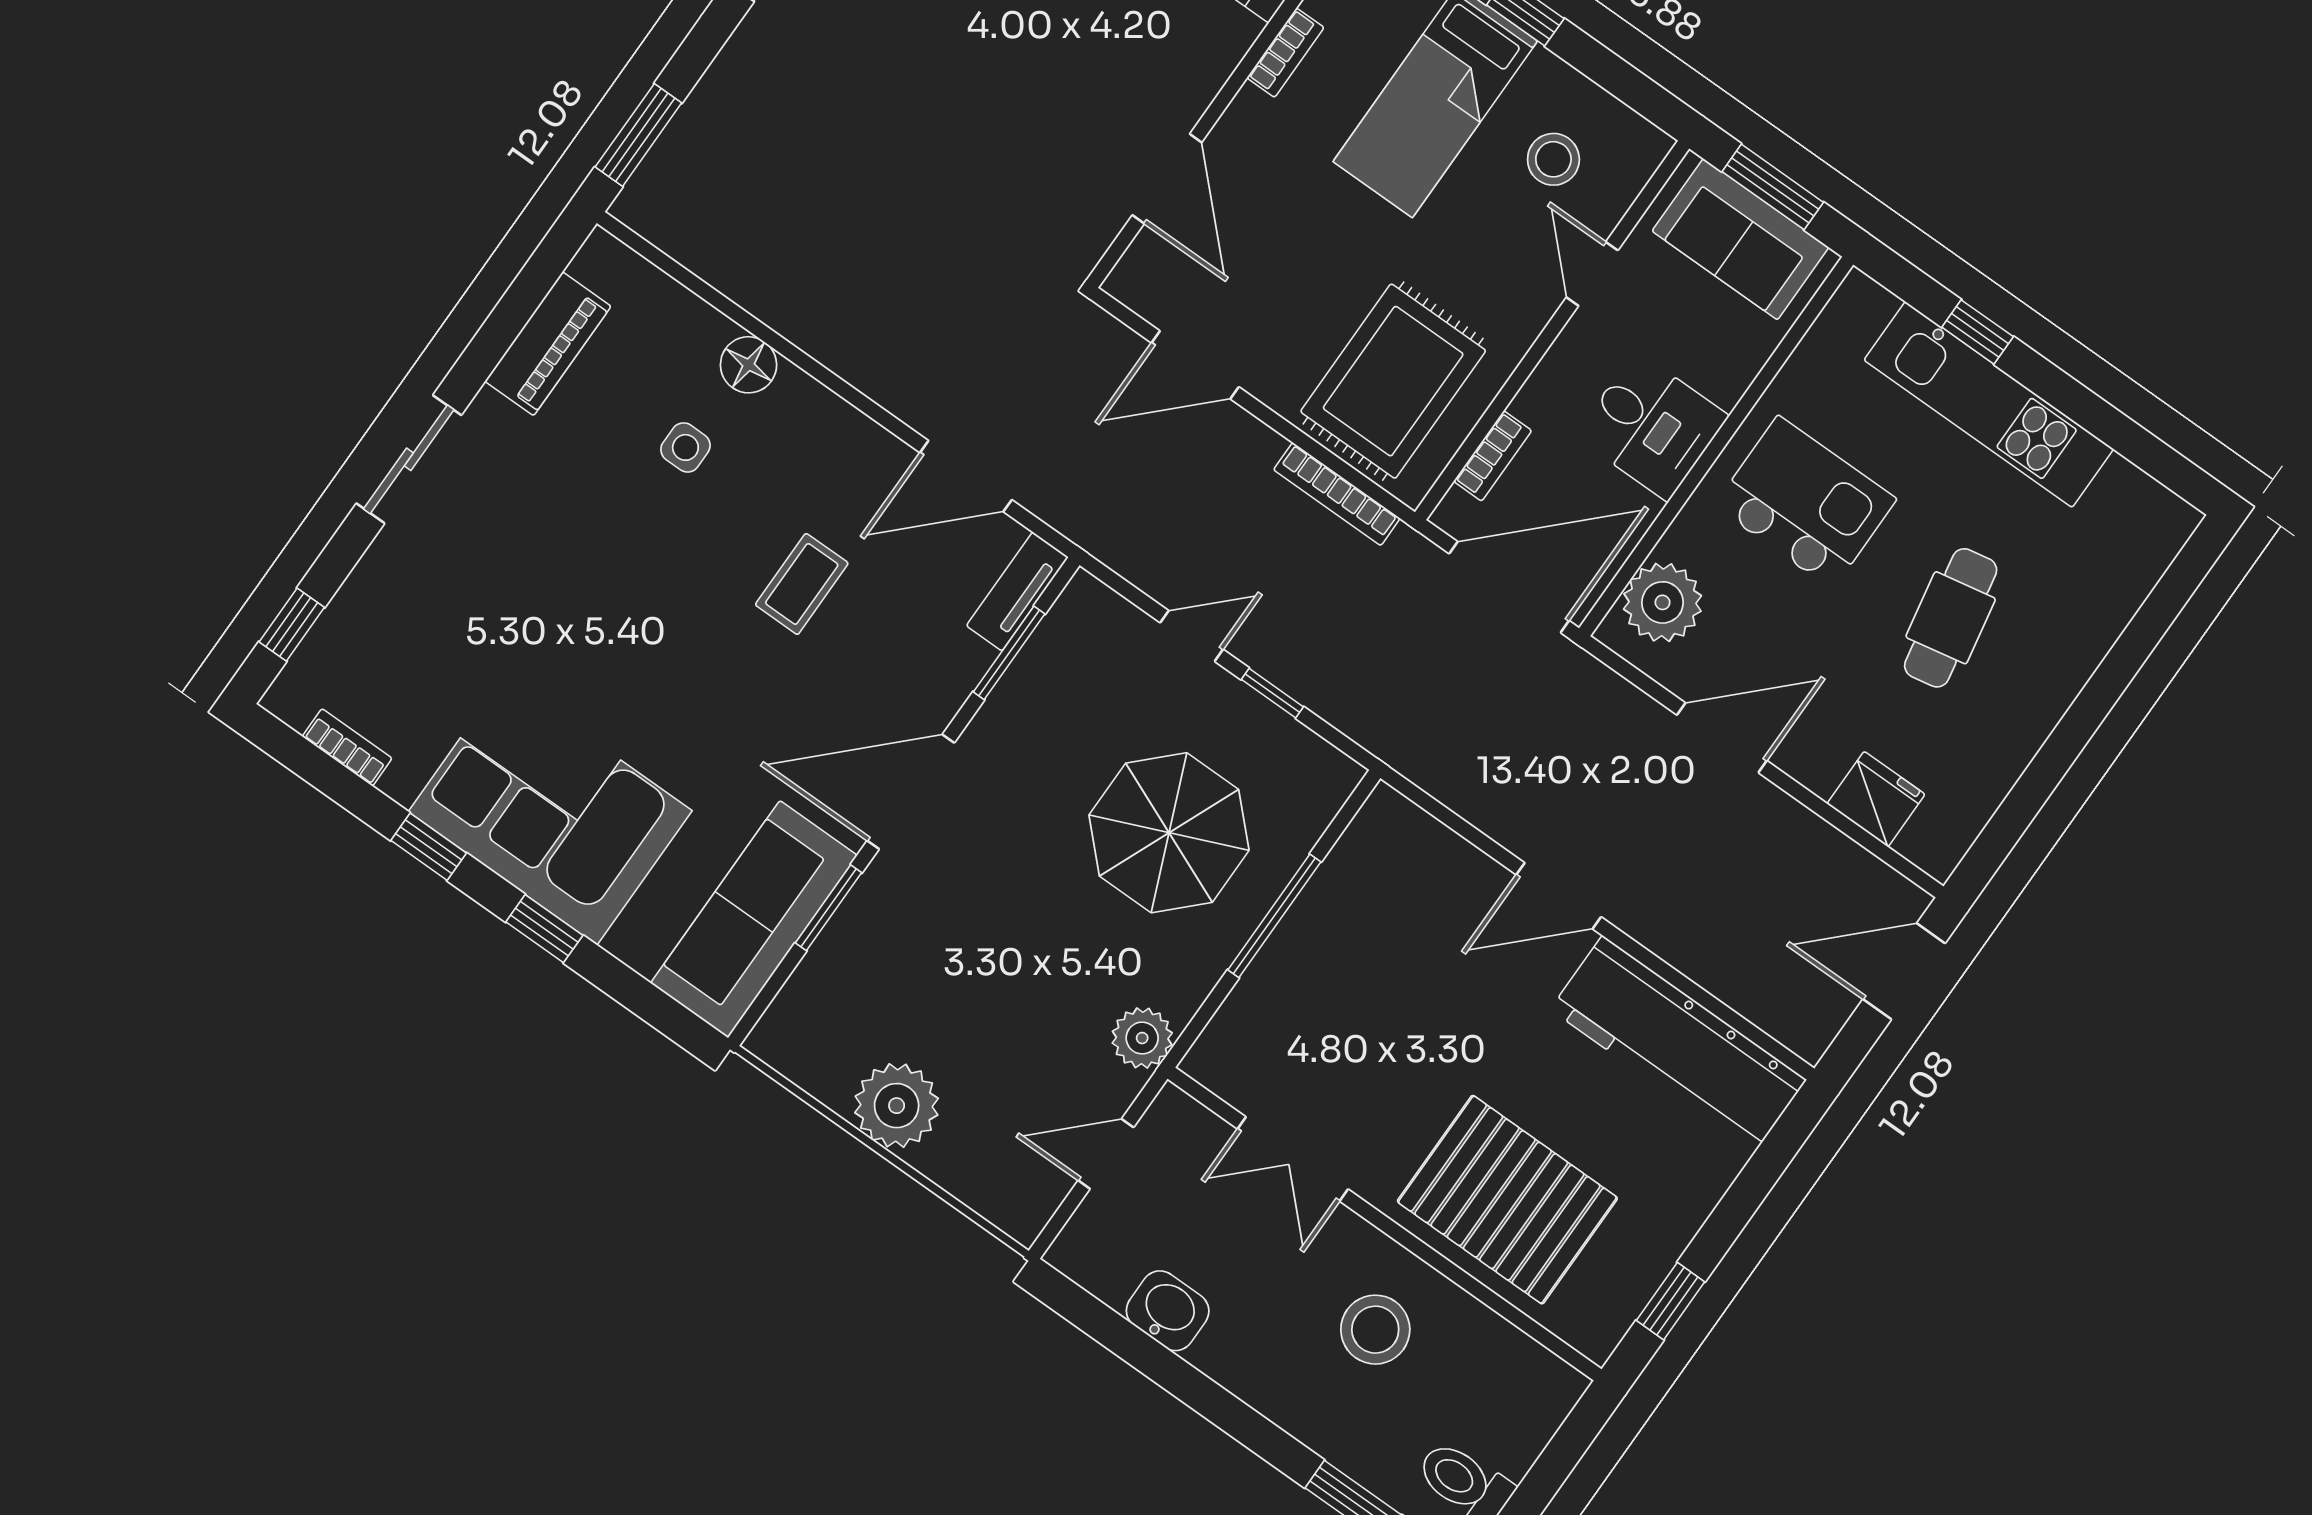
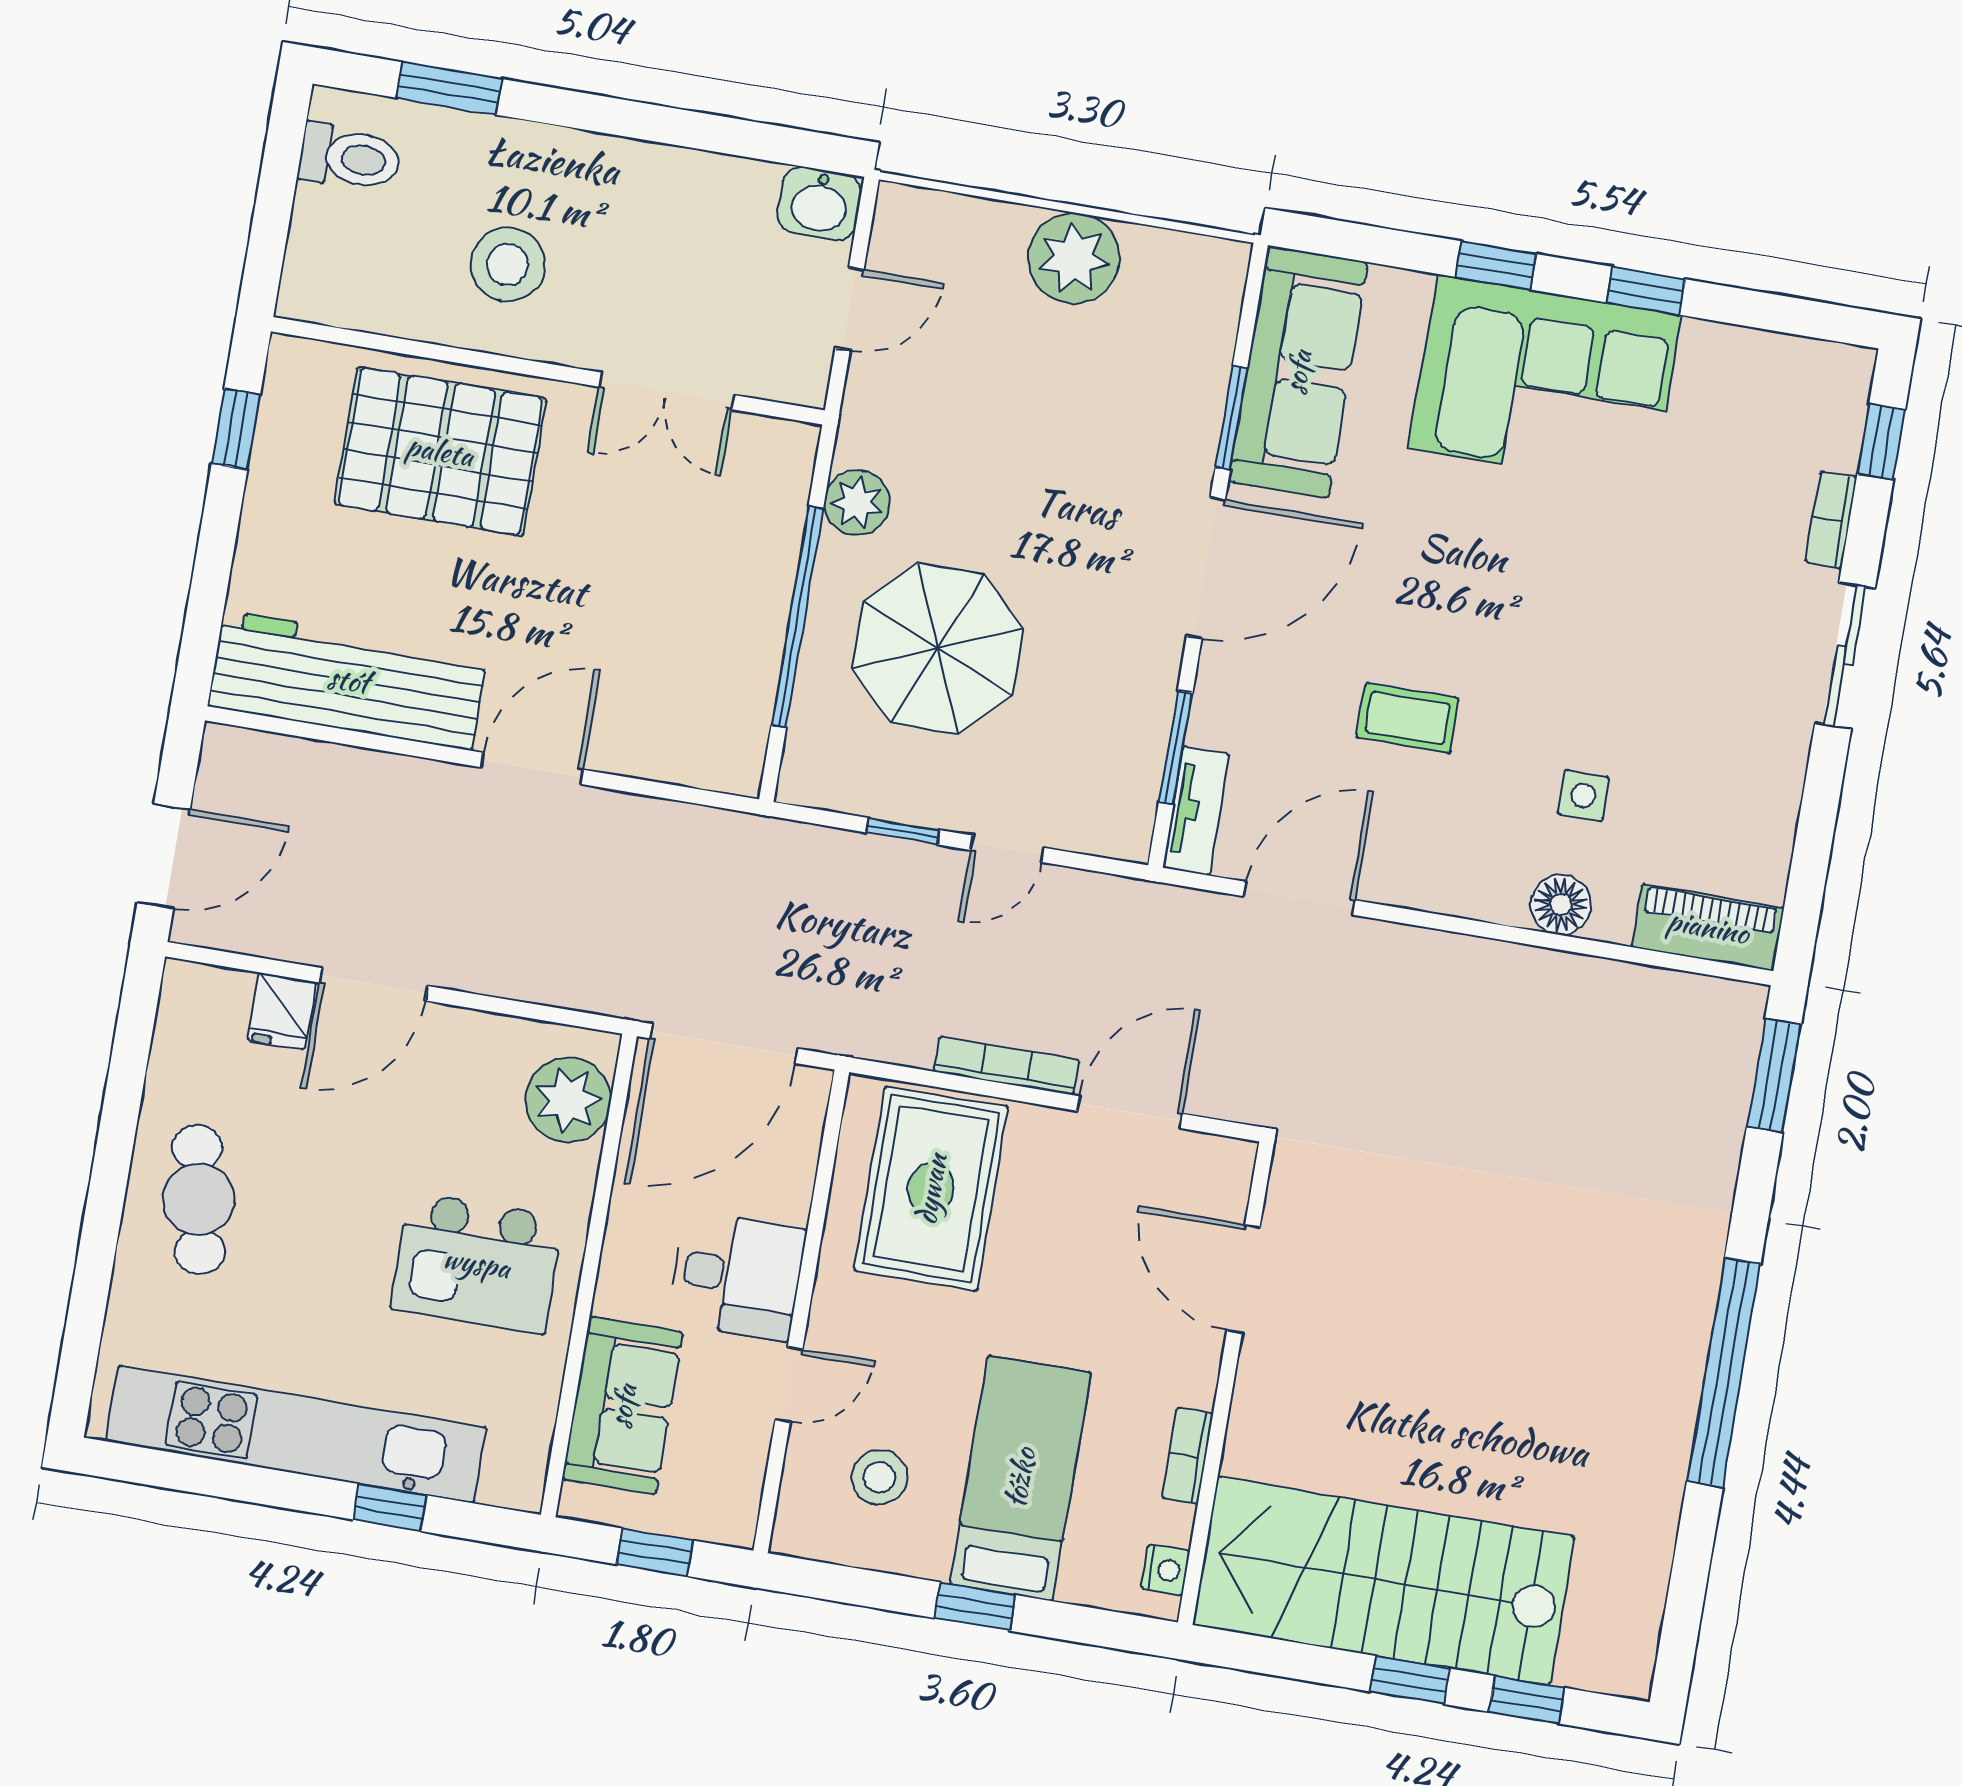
window: (1773, 187) -> (655, 1552), width x0.67
sofa: (1740, 239) -> (623, 1406), moved, turned 90
door: (1592, 274) -> (789, 1385), hinge flipped
piano: (548, 344) -> (1708, 927), moved, turned 90
kitchen unit: (1989, 404) -> (296, 1434), width x1.36
desk: (1652, 426) -> (737, 1276), moved, turned 180
bookcase: (1493, 456) -> (800, 1162), removed
bookcase: (1337, 494) -> (1006, 1066), moved
coffee table: (802, 584) -> (1408, 718), turned 90
cafe table: (1951, 618) -> (199, 1199), moved
door: (1722, 738) -> (374, 984), moved
bookcase: (347, 747) -> (1831, 520), moved, turned 90
fridge: (1876, 799) -> (282, 1011), width x0.72
window: (1274, 916) -> (797, 617), width x1.46
plant: (1142, 1038) -> (857, 503), moved
double door: (1293, 1159) -> (667, 391), swing flipped
washbasin: (1168, 1311) -> (819, 204), moved

